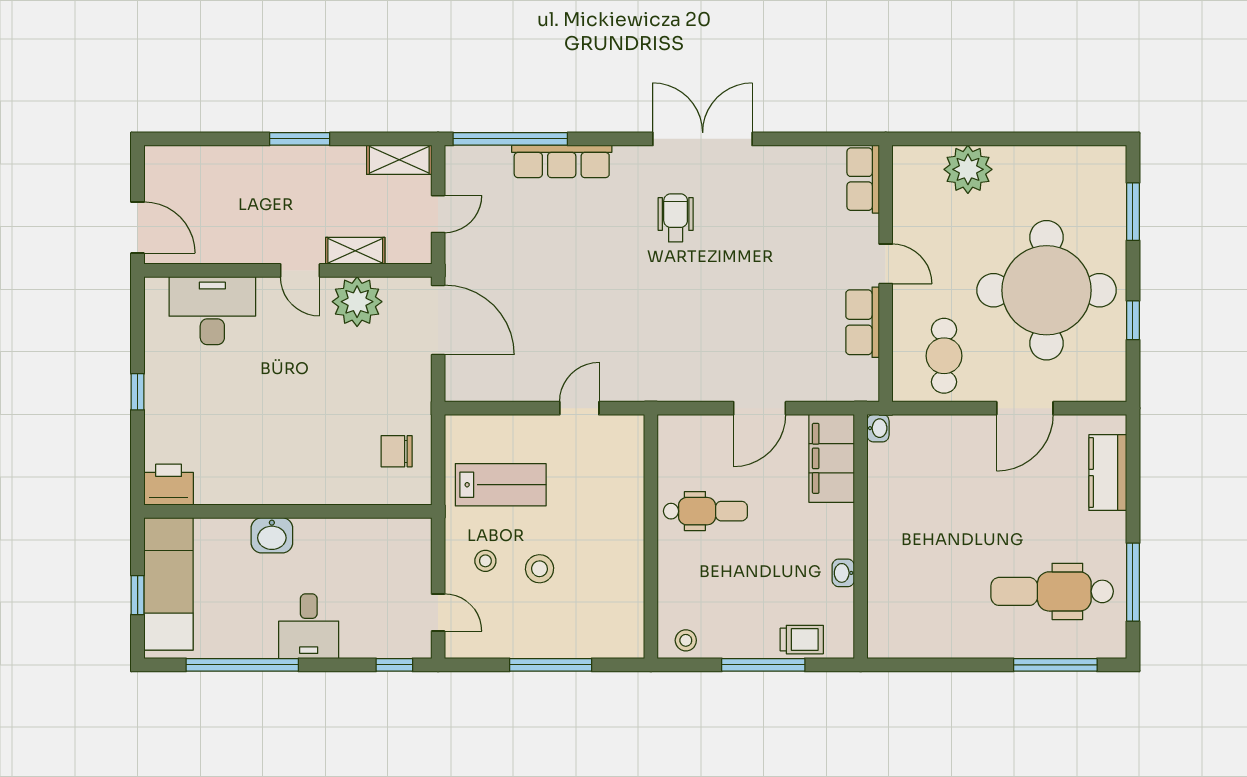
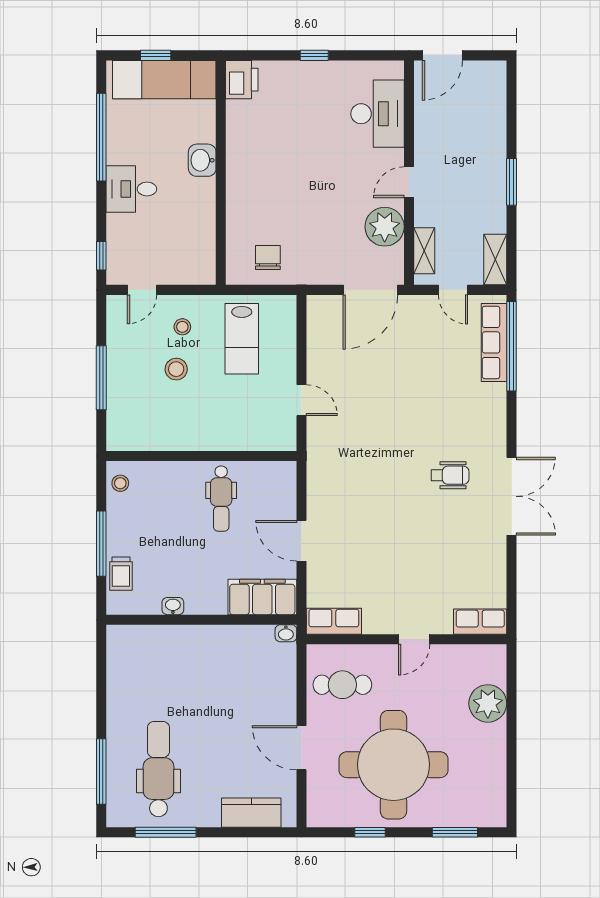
row of seats: (562, 161) -> (494, 342), moved
shelving: (355, 251) -> (424, 251), moved
row of seats: (863, 322) -> (334, 621), moved

